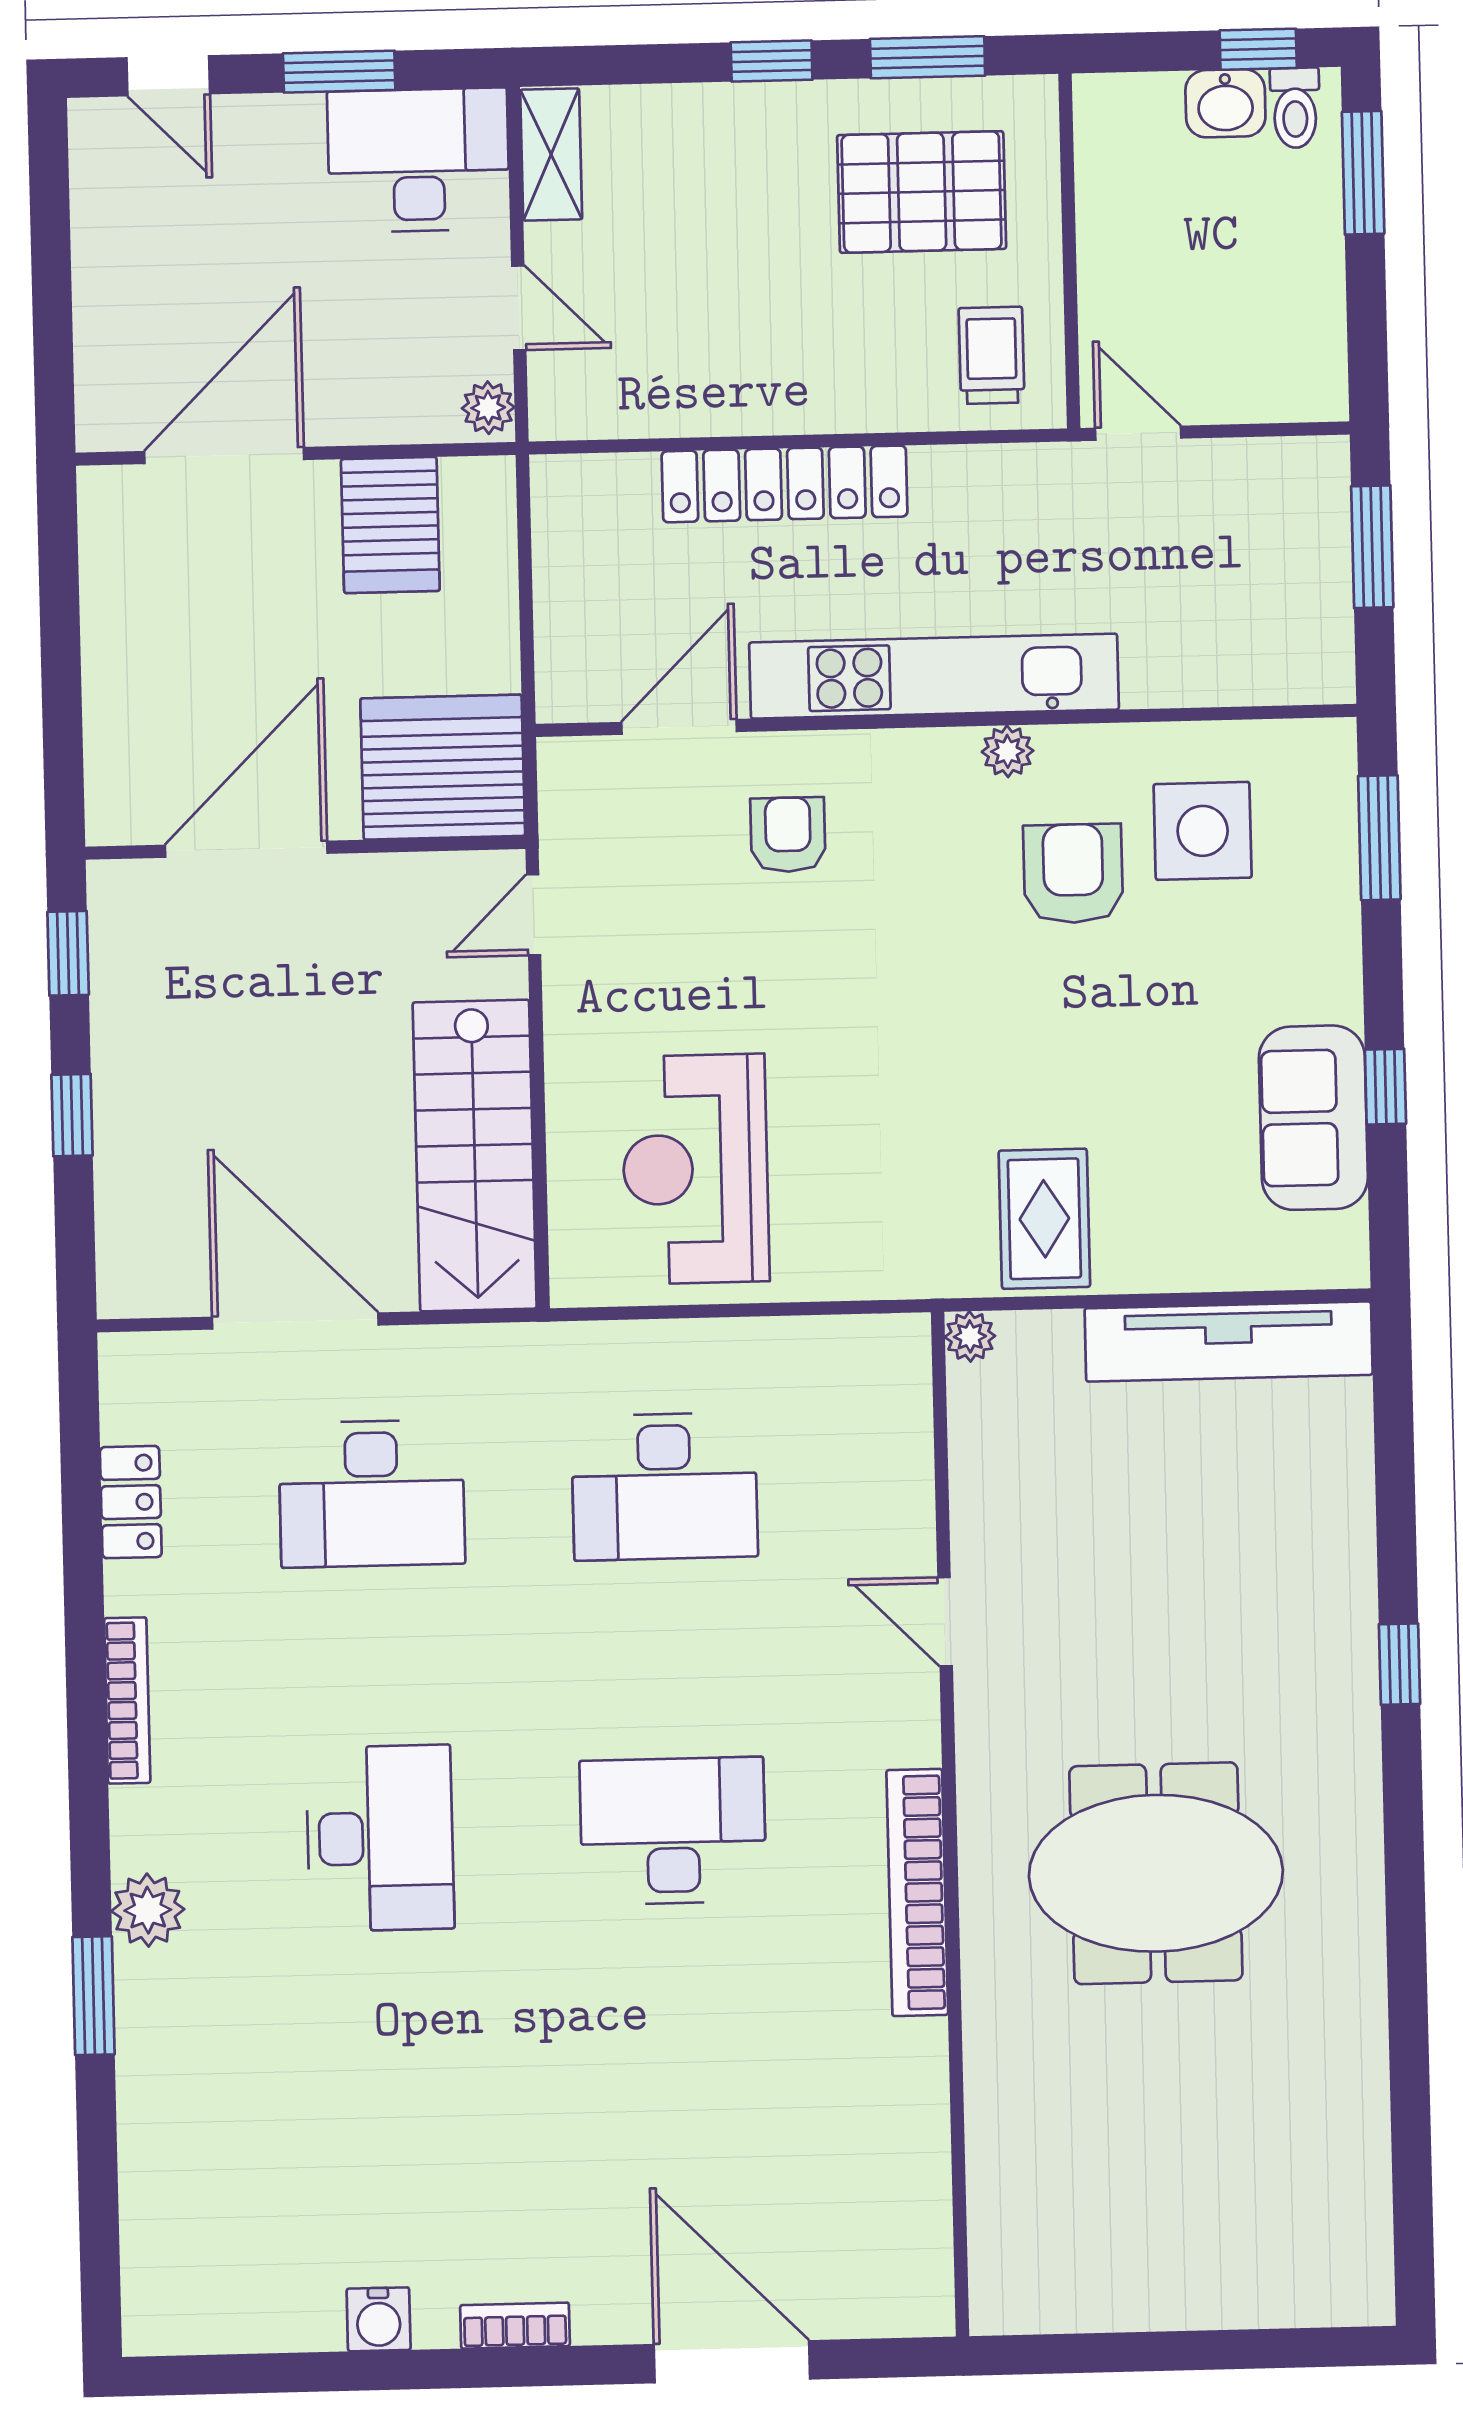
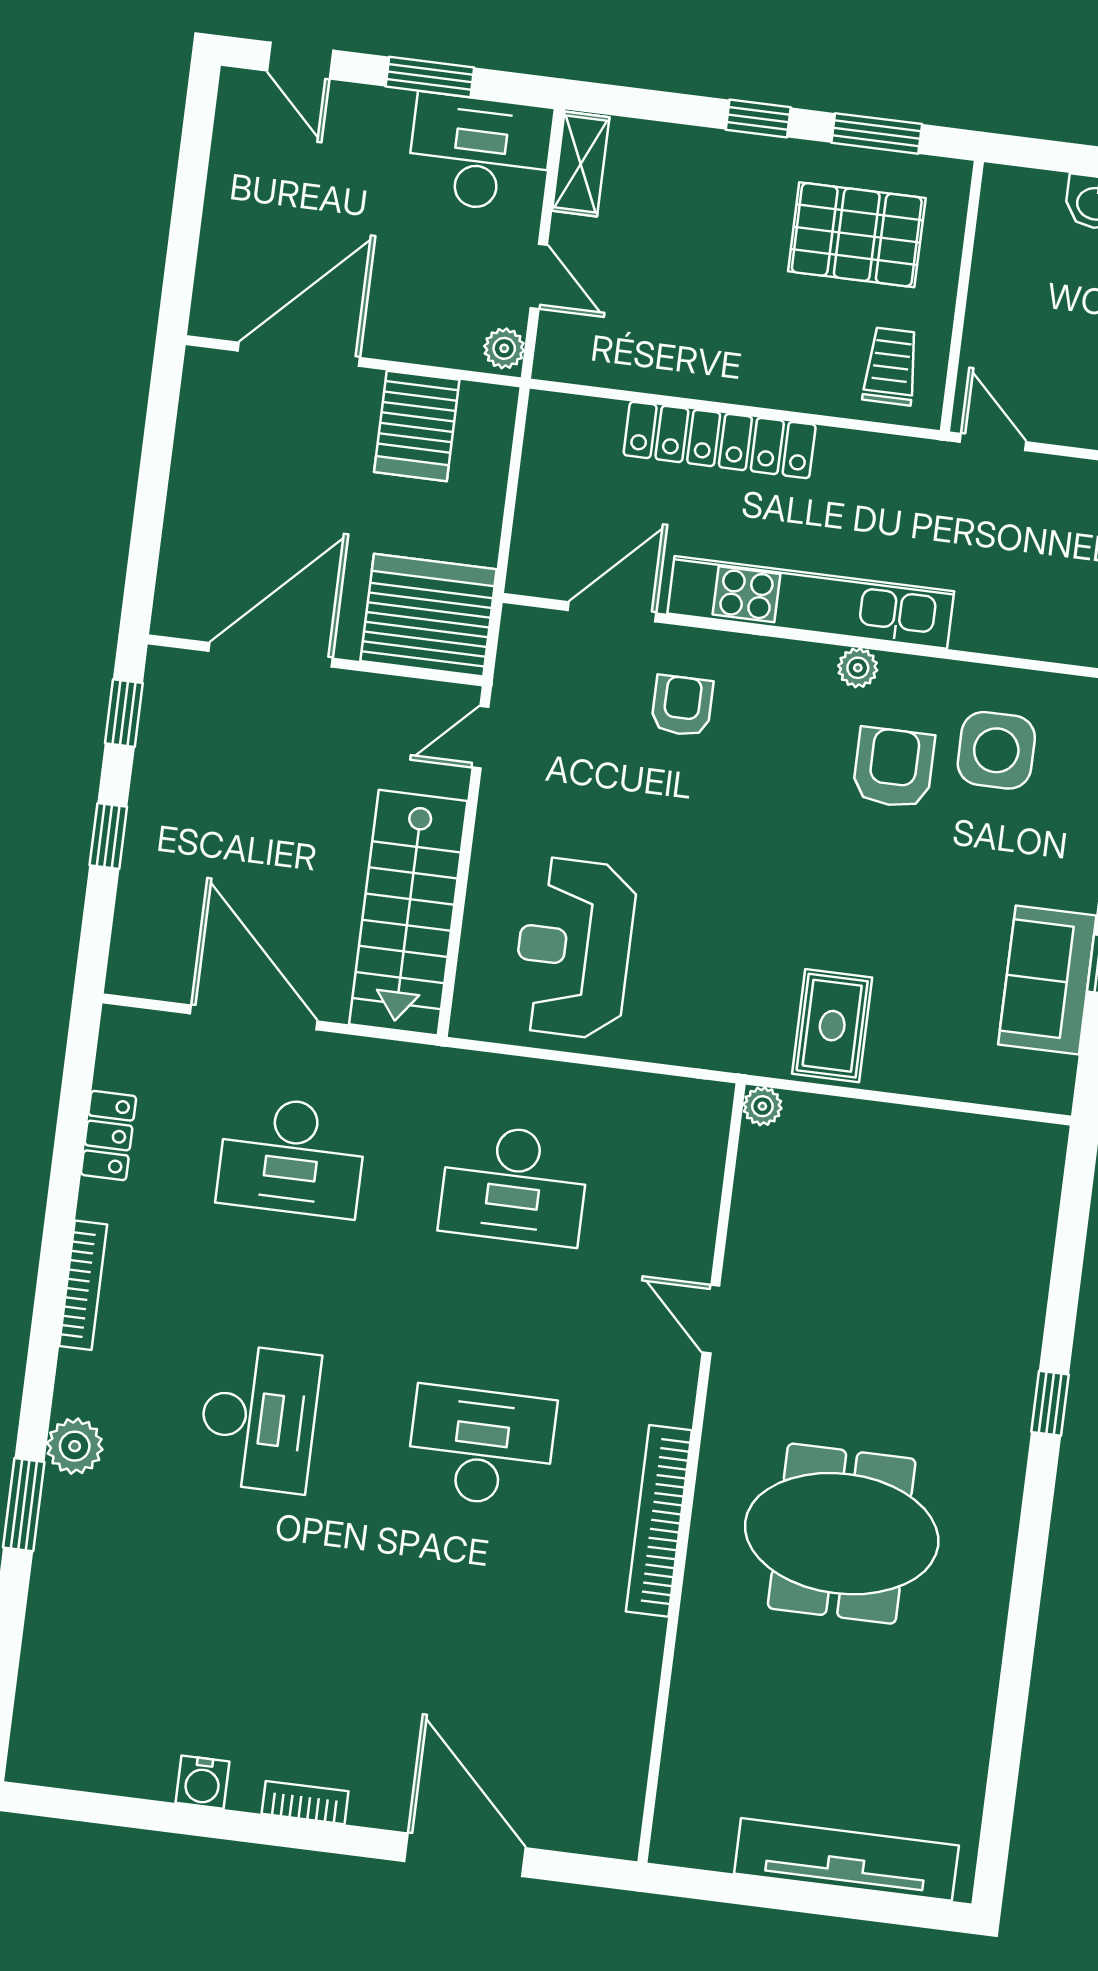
tv unit: (1229, 1342) -> (846, 1859), moved, turned 180

